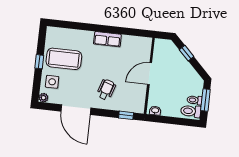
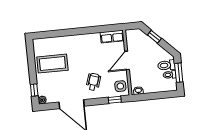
row of seats: (107, 39) -> (112, 37), moved
window: (39, 62) -> (34, 90), moved
side table: (52, 82) -> (120, 86), moved
toilet: (191, 111) -> (166, 65), moved

